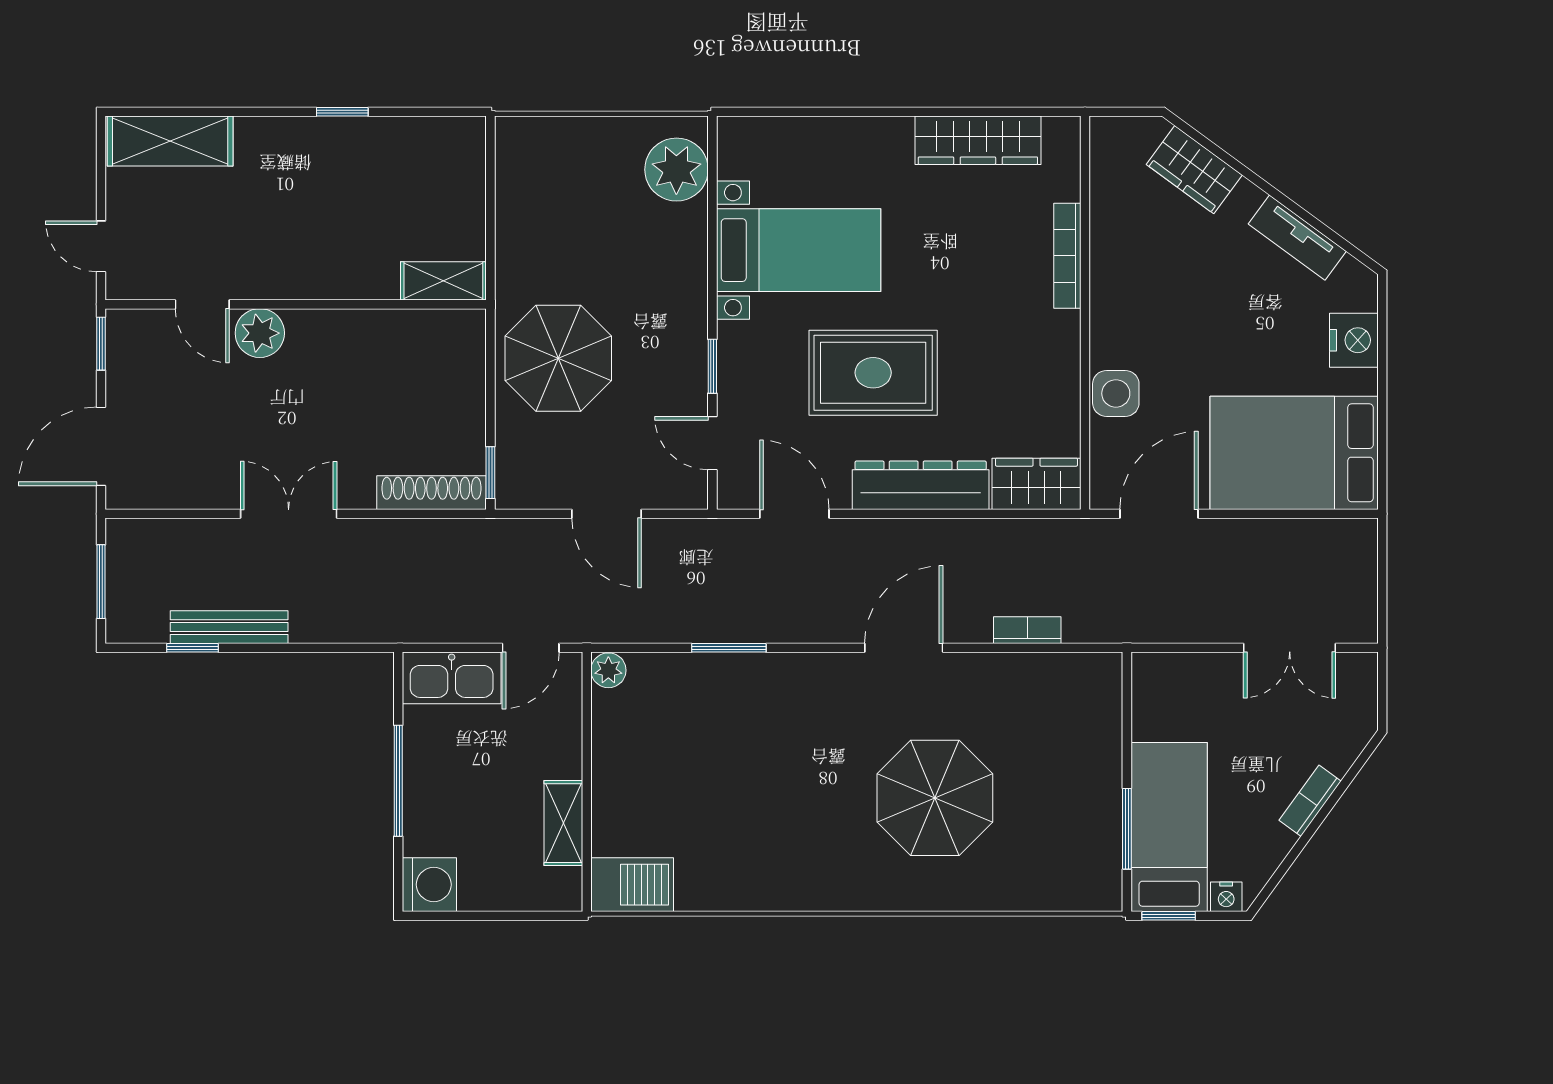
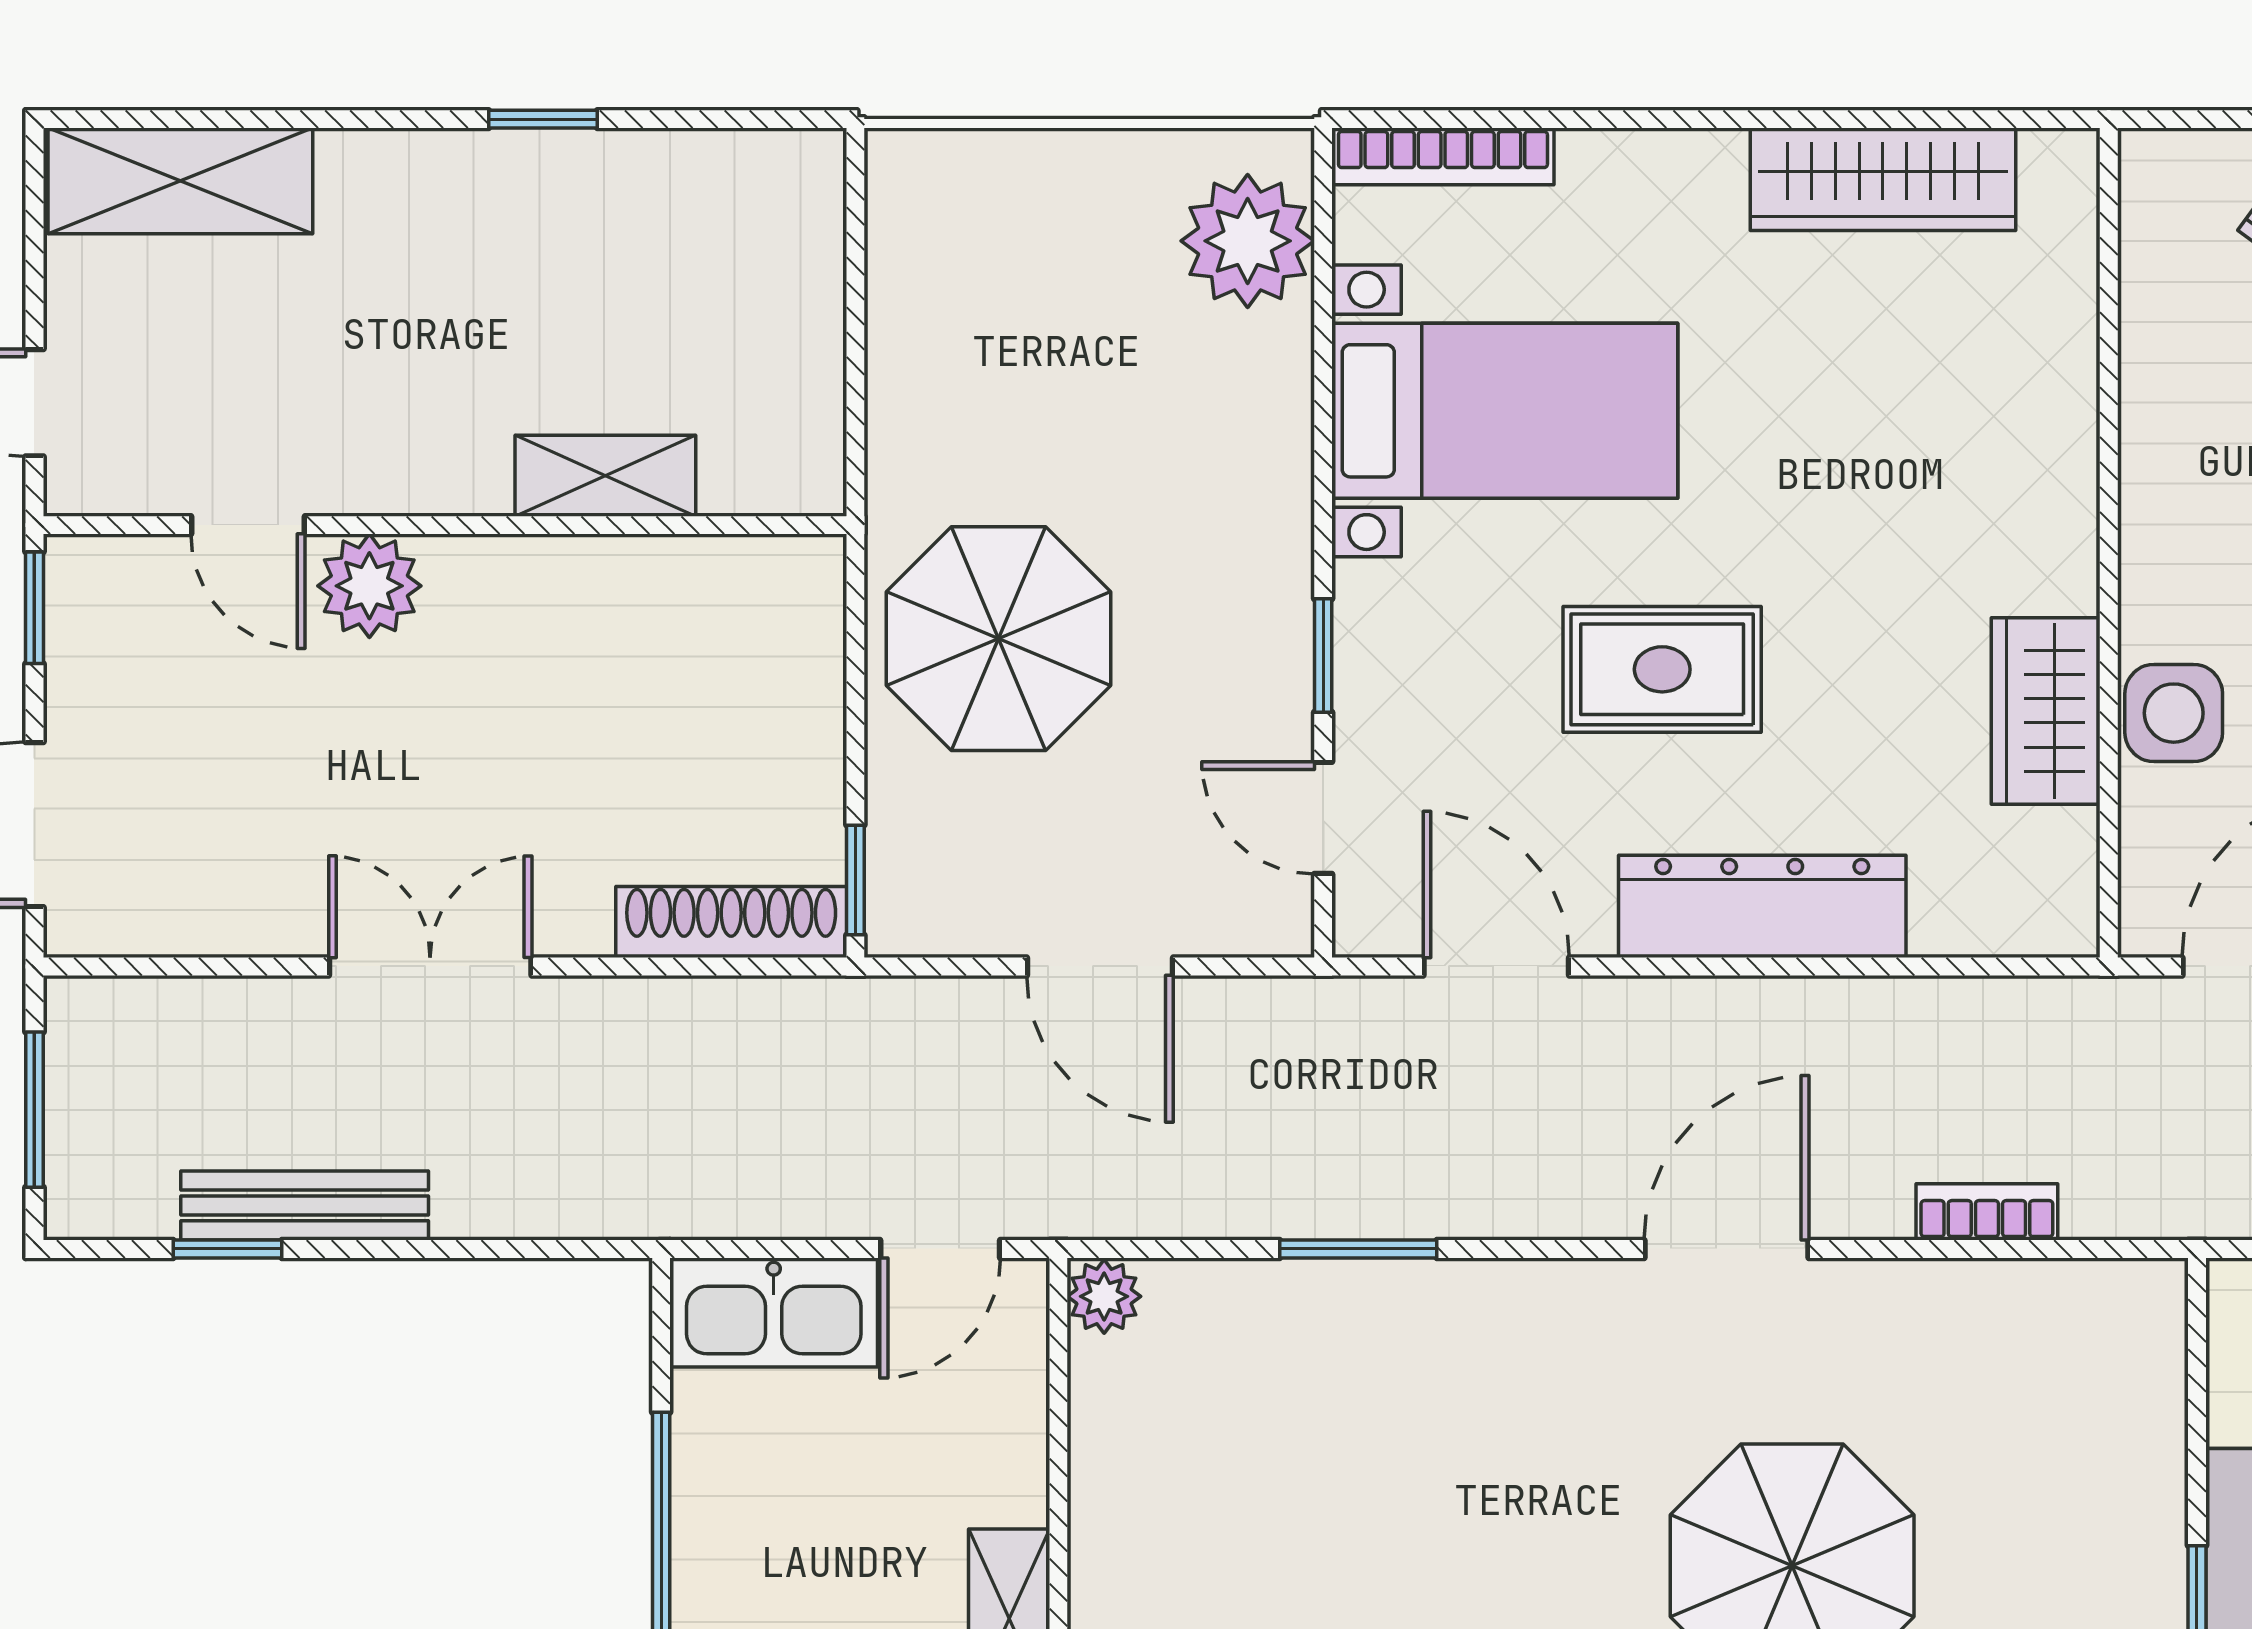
bookcase: (1067, 256) -> (1443, 156), moved, turned -90
shelving: (443, 281) -> (605, 476), moved
rug: (873, 373) -> (1662, 669), width x0.73, depth x0.70
wardrobe: (1036, 484) -> (2046, 711), moved, turned -90

